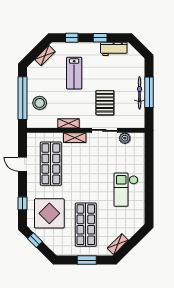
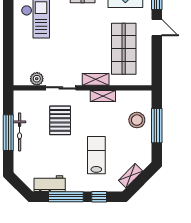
window: (100, 38) -> (66, 197), width x2.17
window: (23, 98) -> (157, 126), width x0.68
door: (23, 164) -> (157, 28), moved

